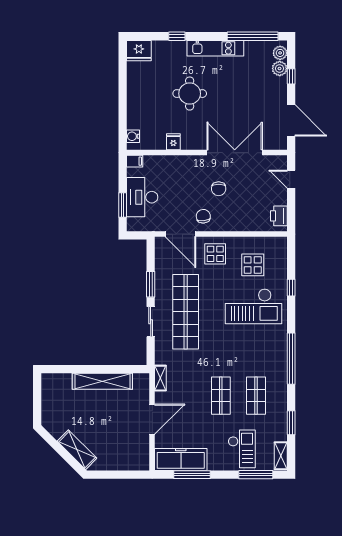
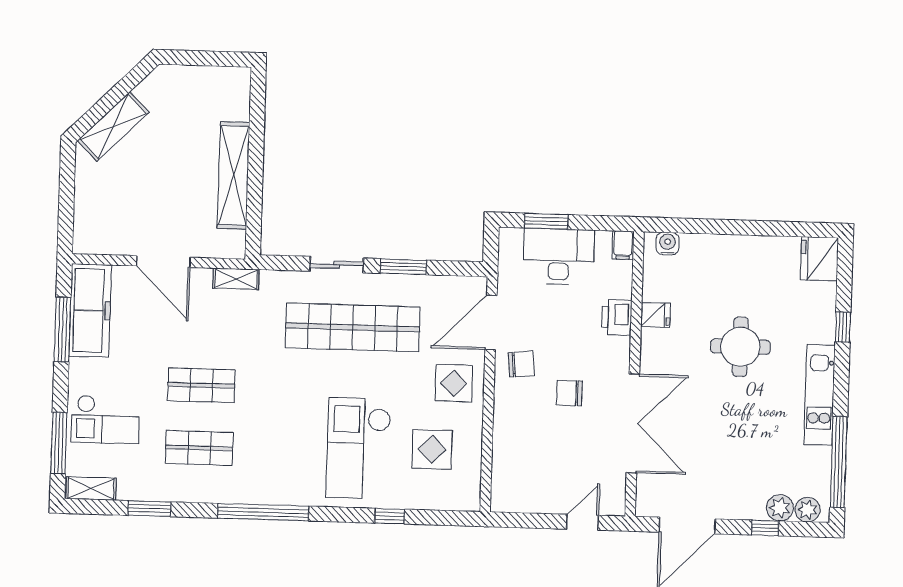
printer: (279, 216) -> (617, 317), moved, turned -90

